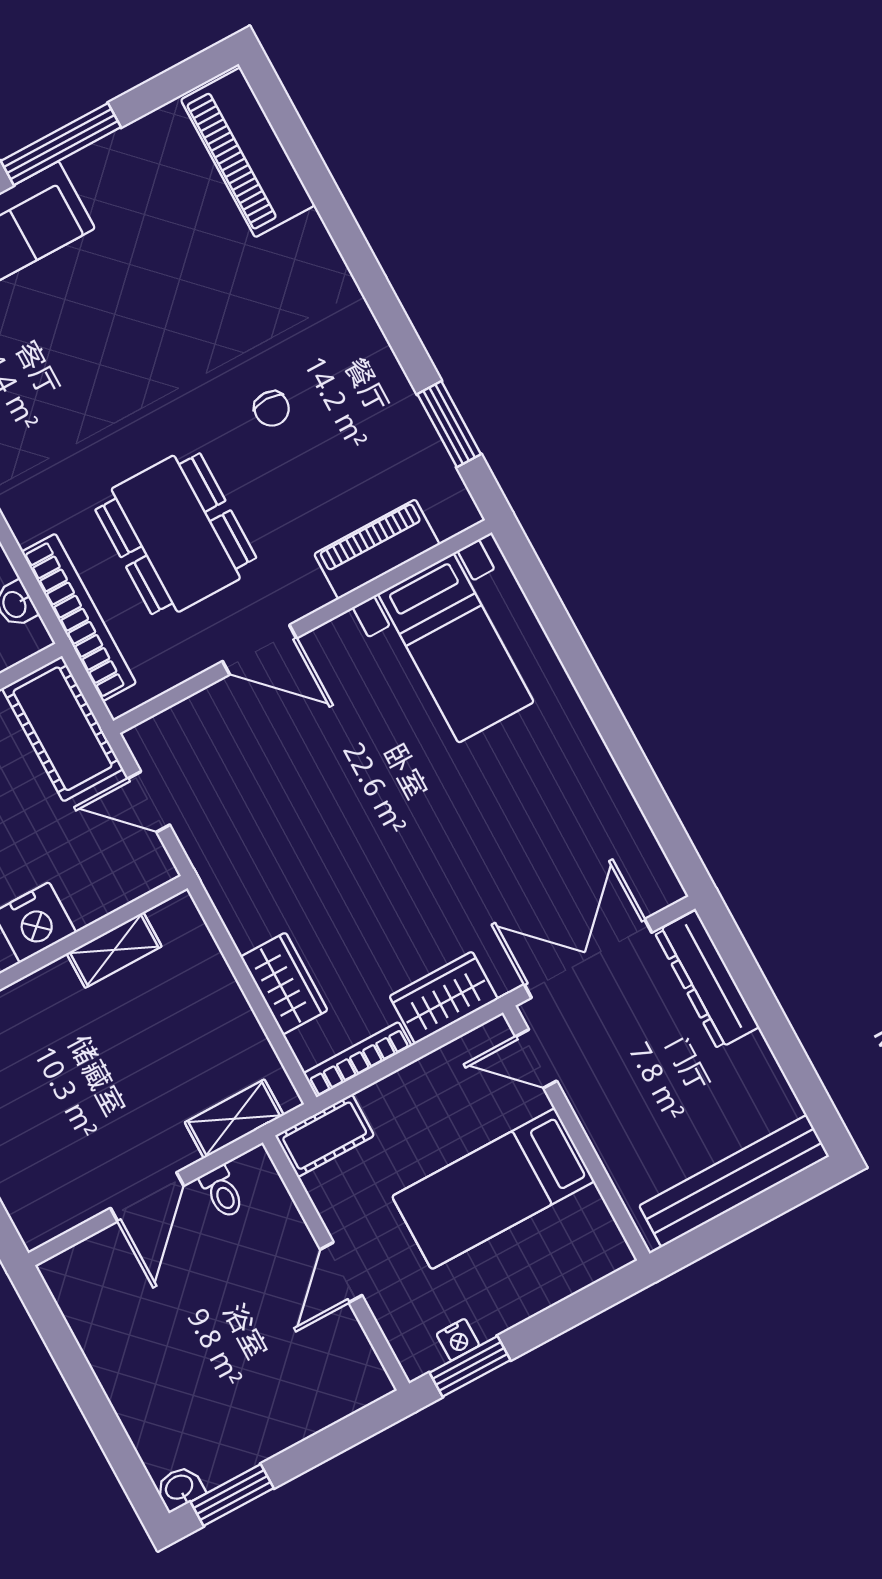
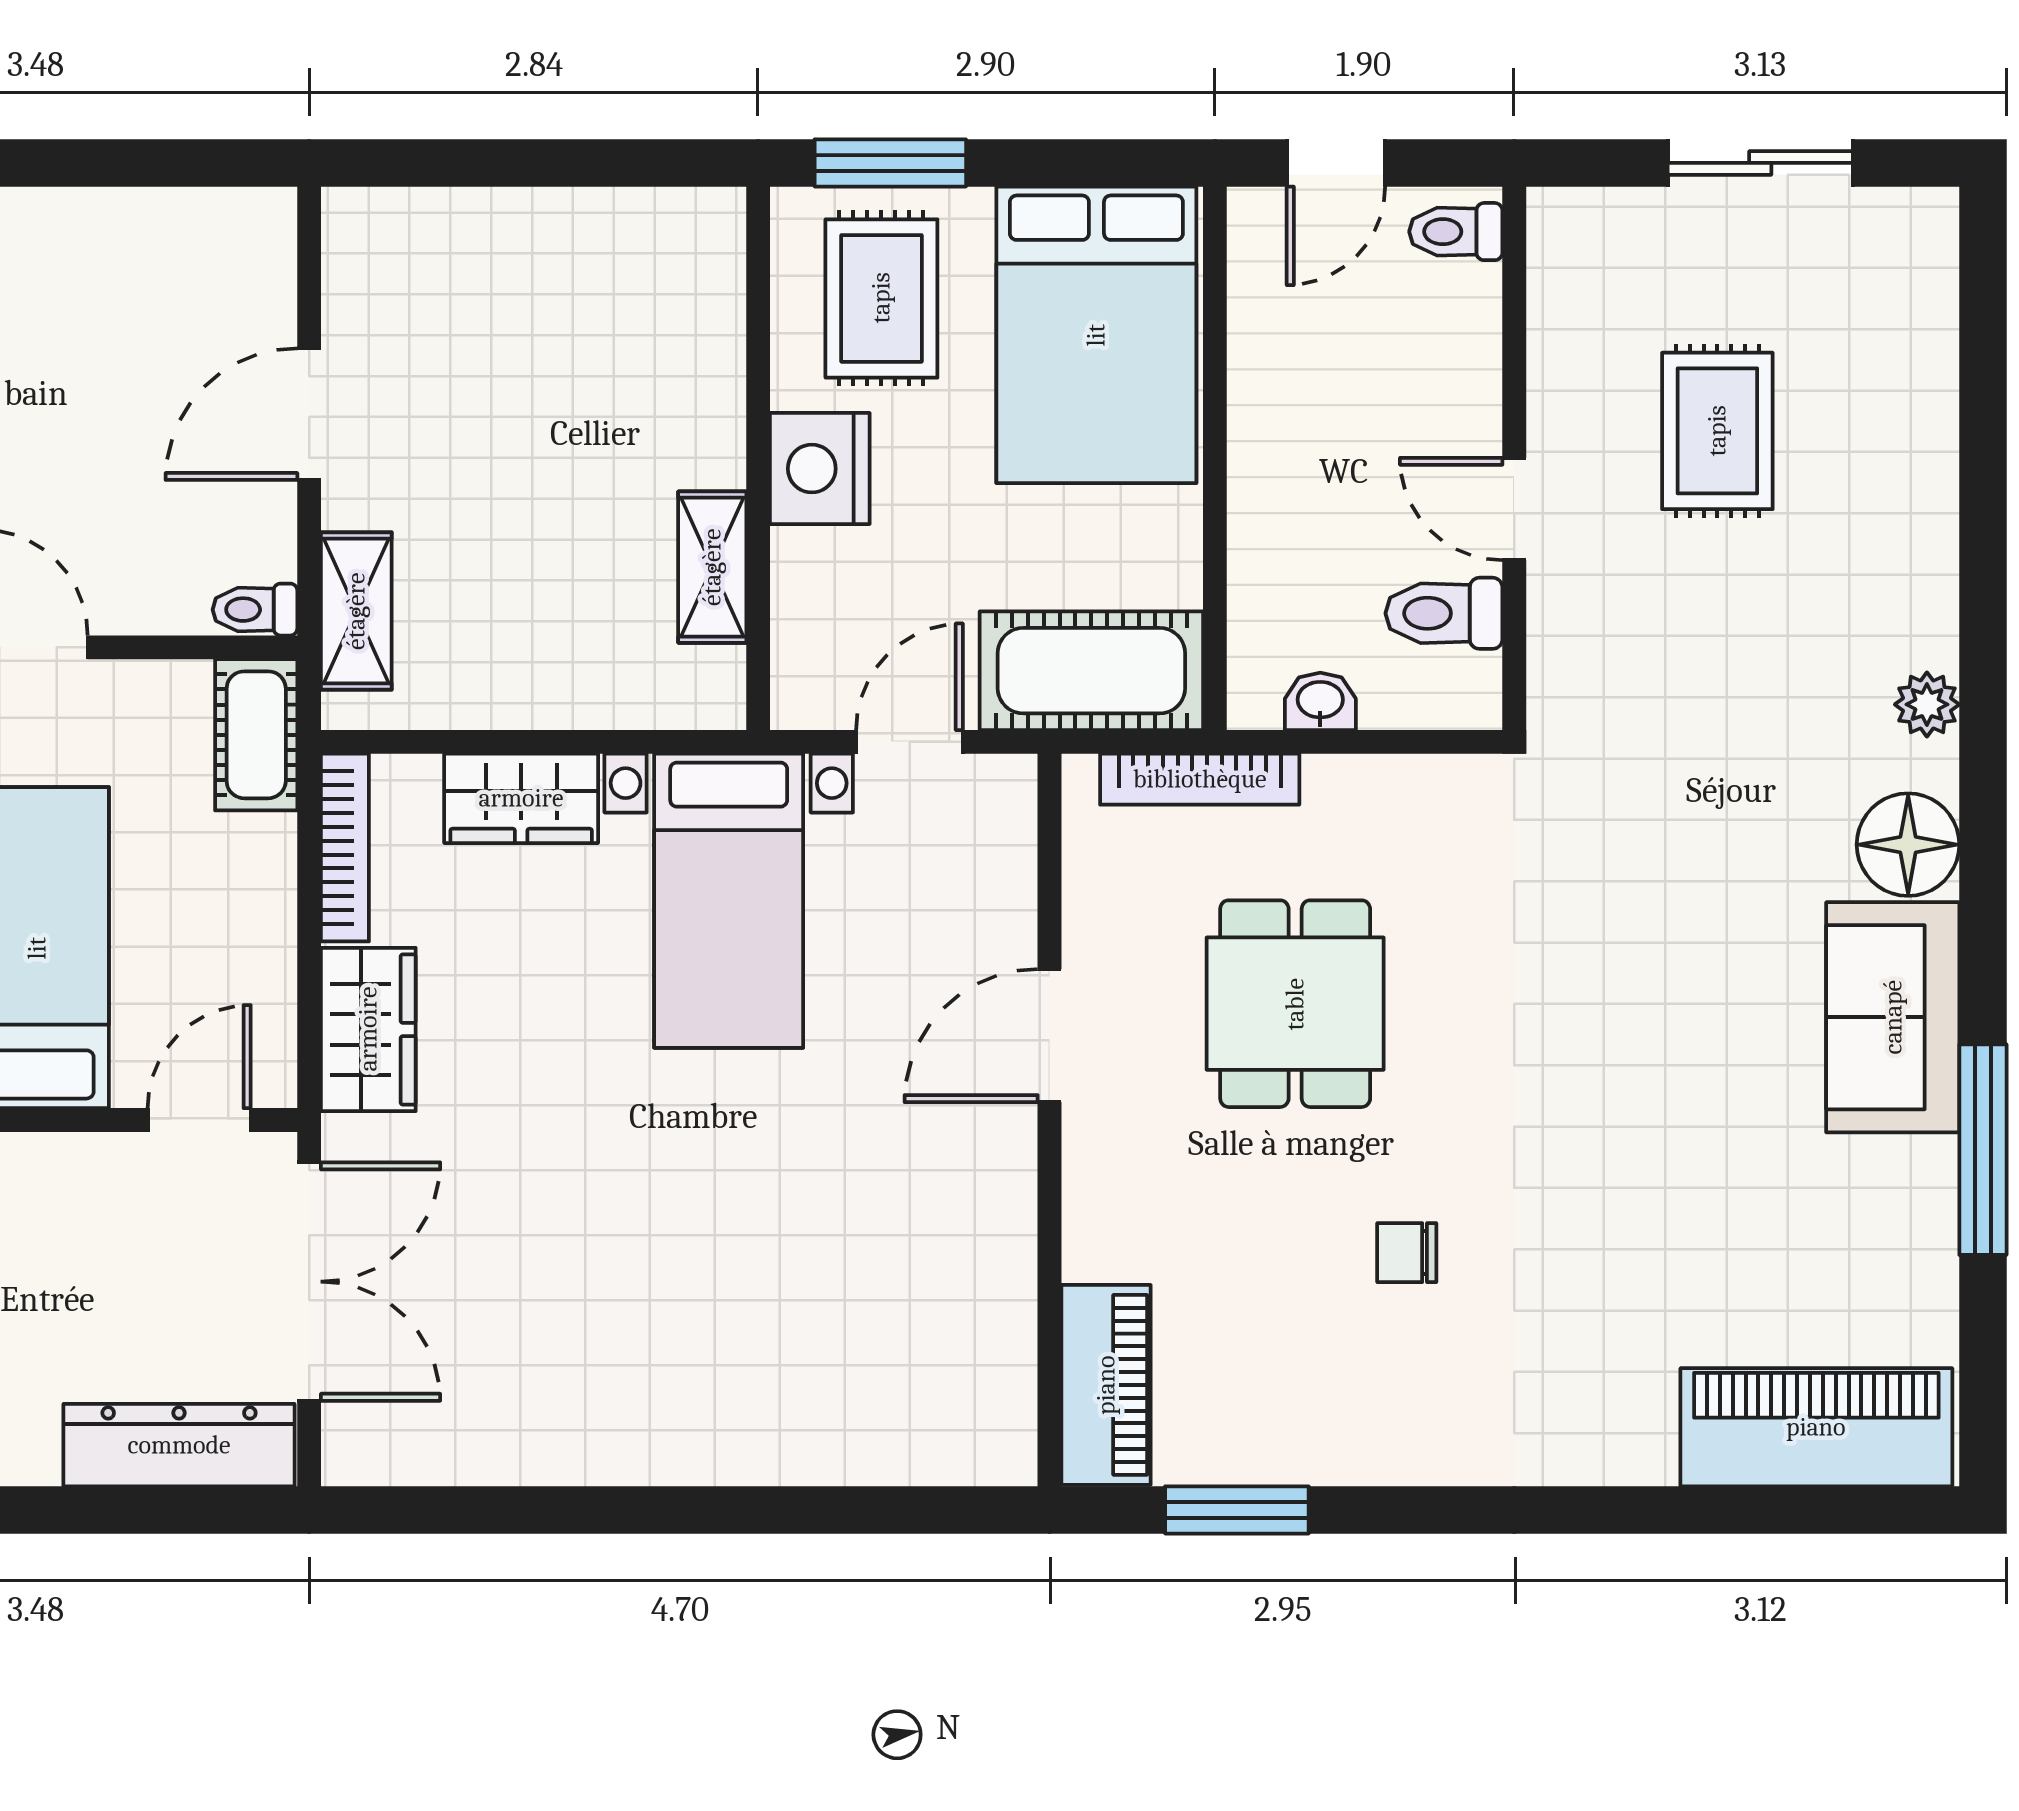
dining table: (176, 534) -> (1295, 1004), width x0.73
piano: (377, 549) -> (1106, 1385), moved
bookcase: (79, 617) -> (1200, 779), width x0.68, depth x0.76
bed with nightstands: (456, 648) -> (729, 901), moved, turned -90
toilet: (222, 1192) -> (255, 610), moved
door: (147, 1197) -> (309, 414), hinge flipped

